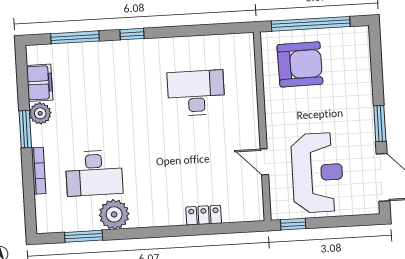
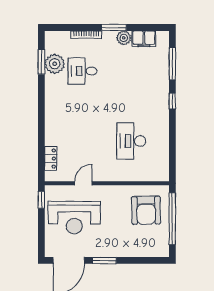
desk: (196, 93) -> (131, 141), turned 180
desk: (94, 173) -> (82, 71), width x0.73
plant: (114, 214) -> (55, 64), moved
locker: (204, 215) -> (51, 159), moved

